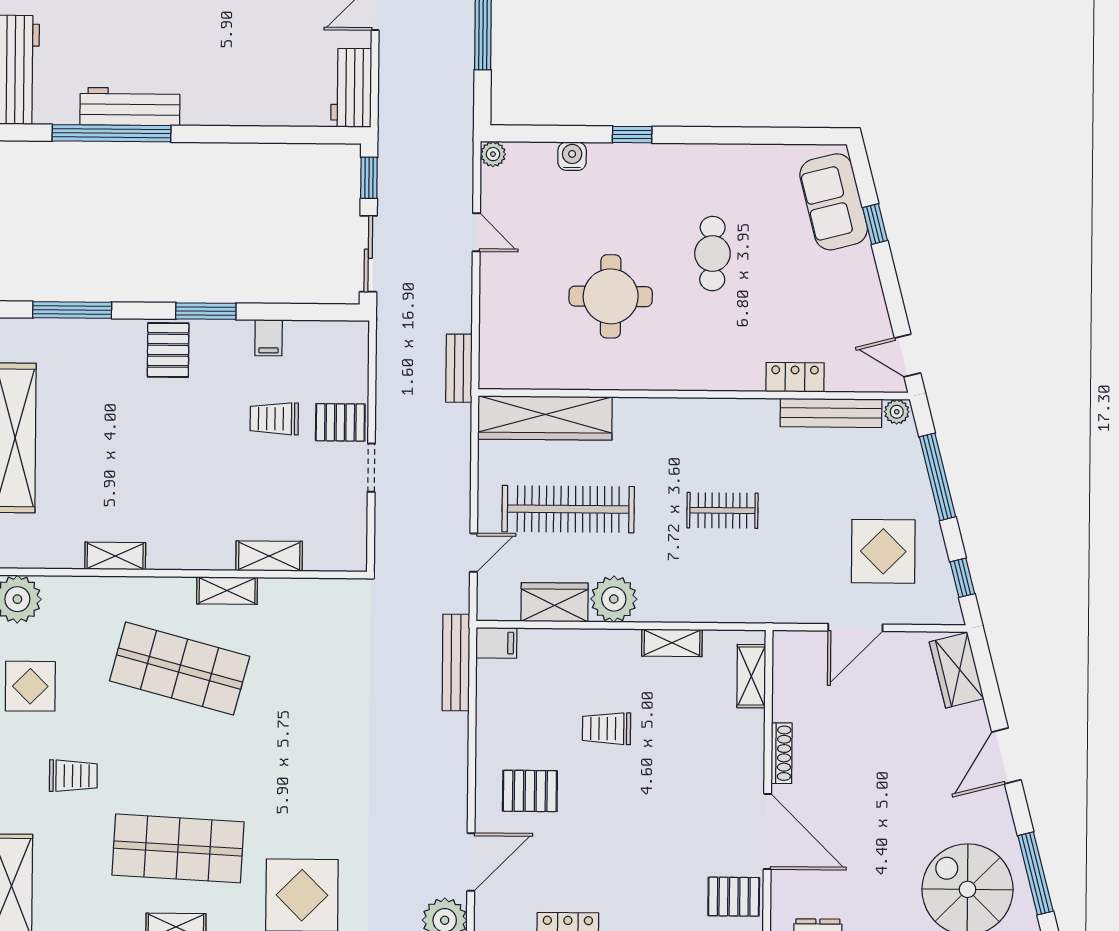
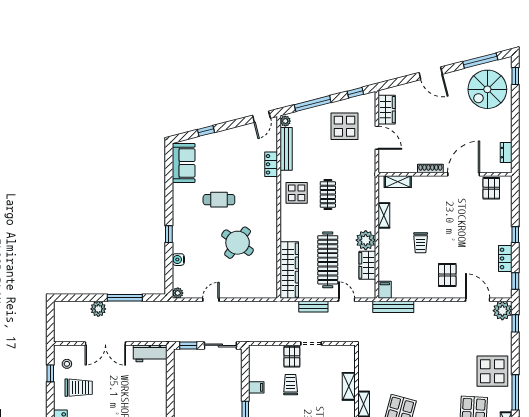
sofa: (834, 202) -> (184, 163), moved, turned -76
round table: (611, 296) -> (238, 243), turned 36
bench: (459, 368) -> (313, 307), moved
trolley: (274, 419) -> (291, 385), turned 180
display table: (727, 437) -> (297, 193), added
wardrobe: (957, 670) -> (387, 110), moved, turned -76

